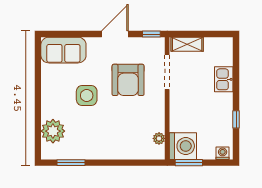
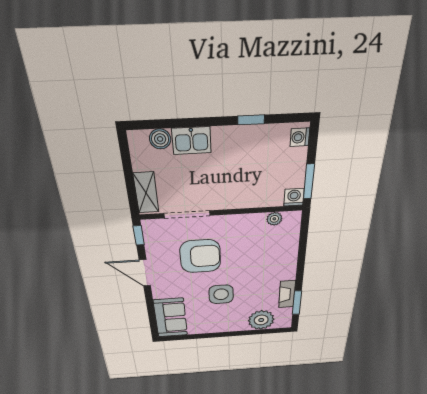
boiler: (226, 59) -> (160, 139), added
washing machine: (183, 146) -> (294, 197), width x0.53, depth x0.53
fireplace: (82, 153) -> (287, 294), added

